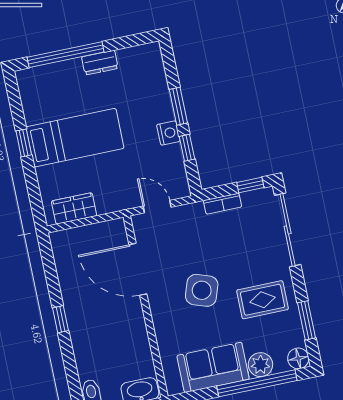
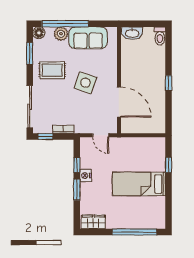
dresser: (100, 63) -> (116, 223), removed
window: (24, 143) -> (169, 165), moved
wardrobe: (74, 208) -> (93, 222), moved, turned 180

